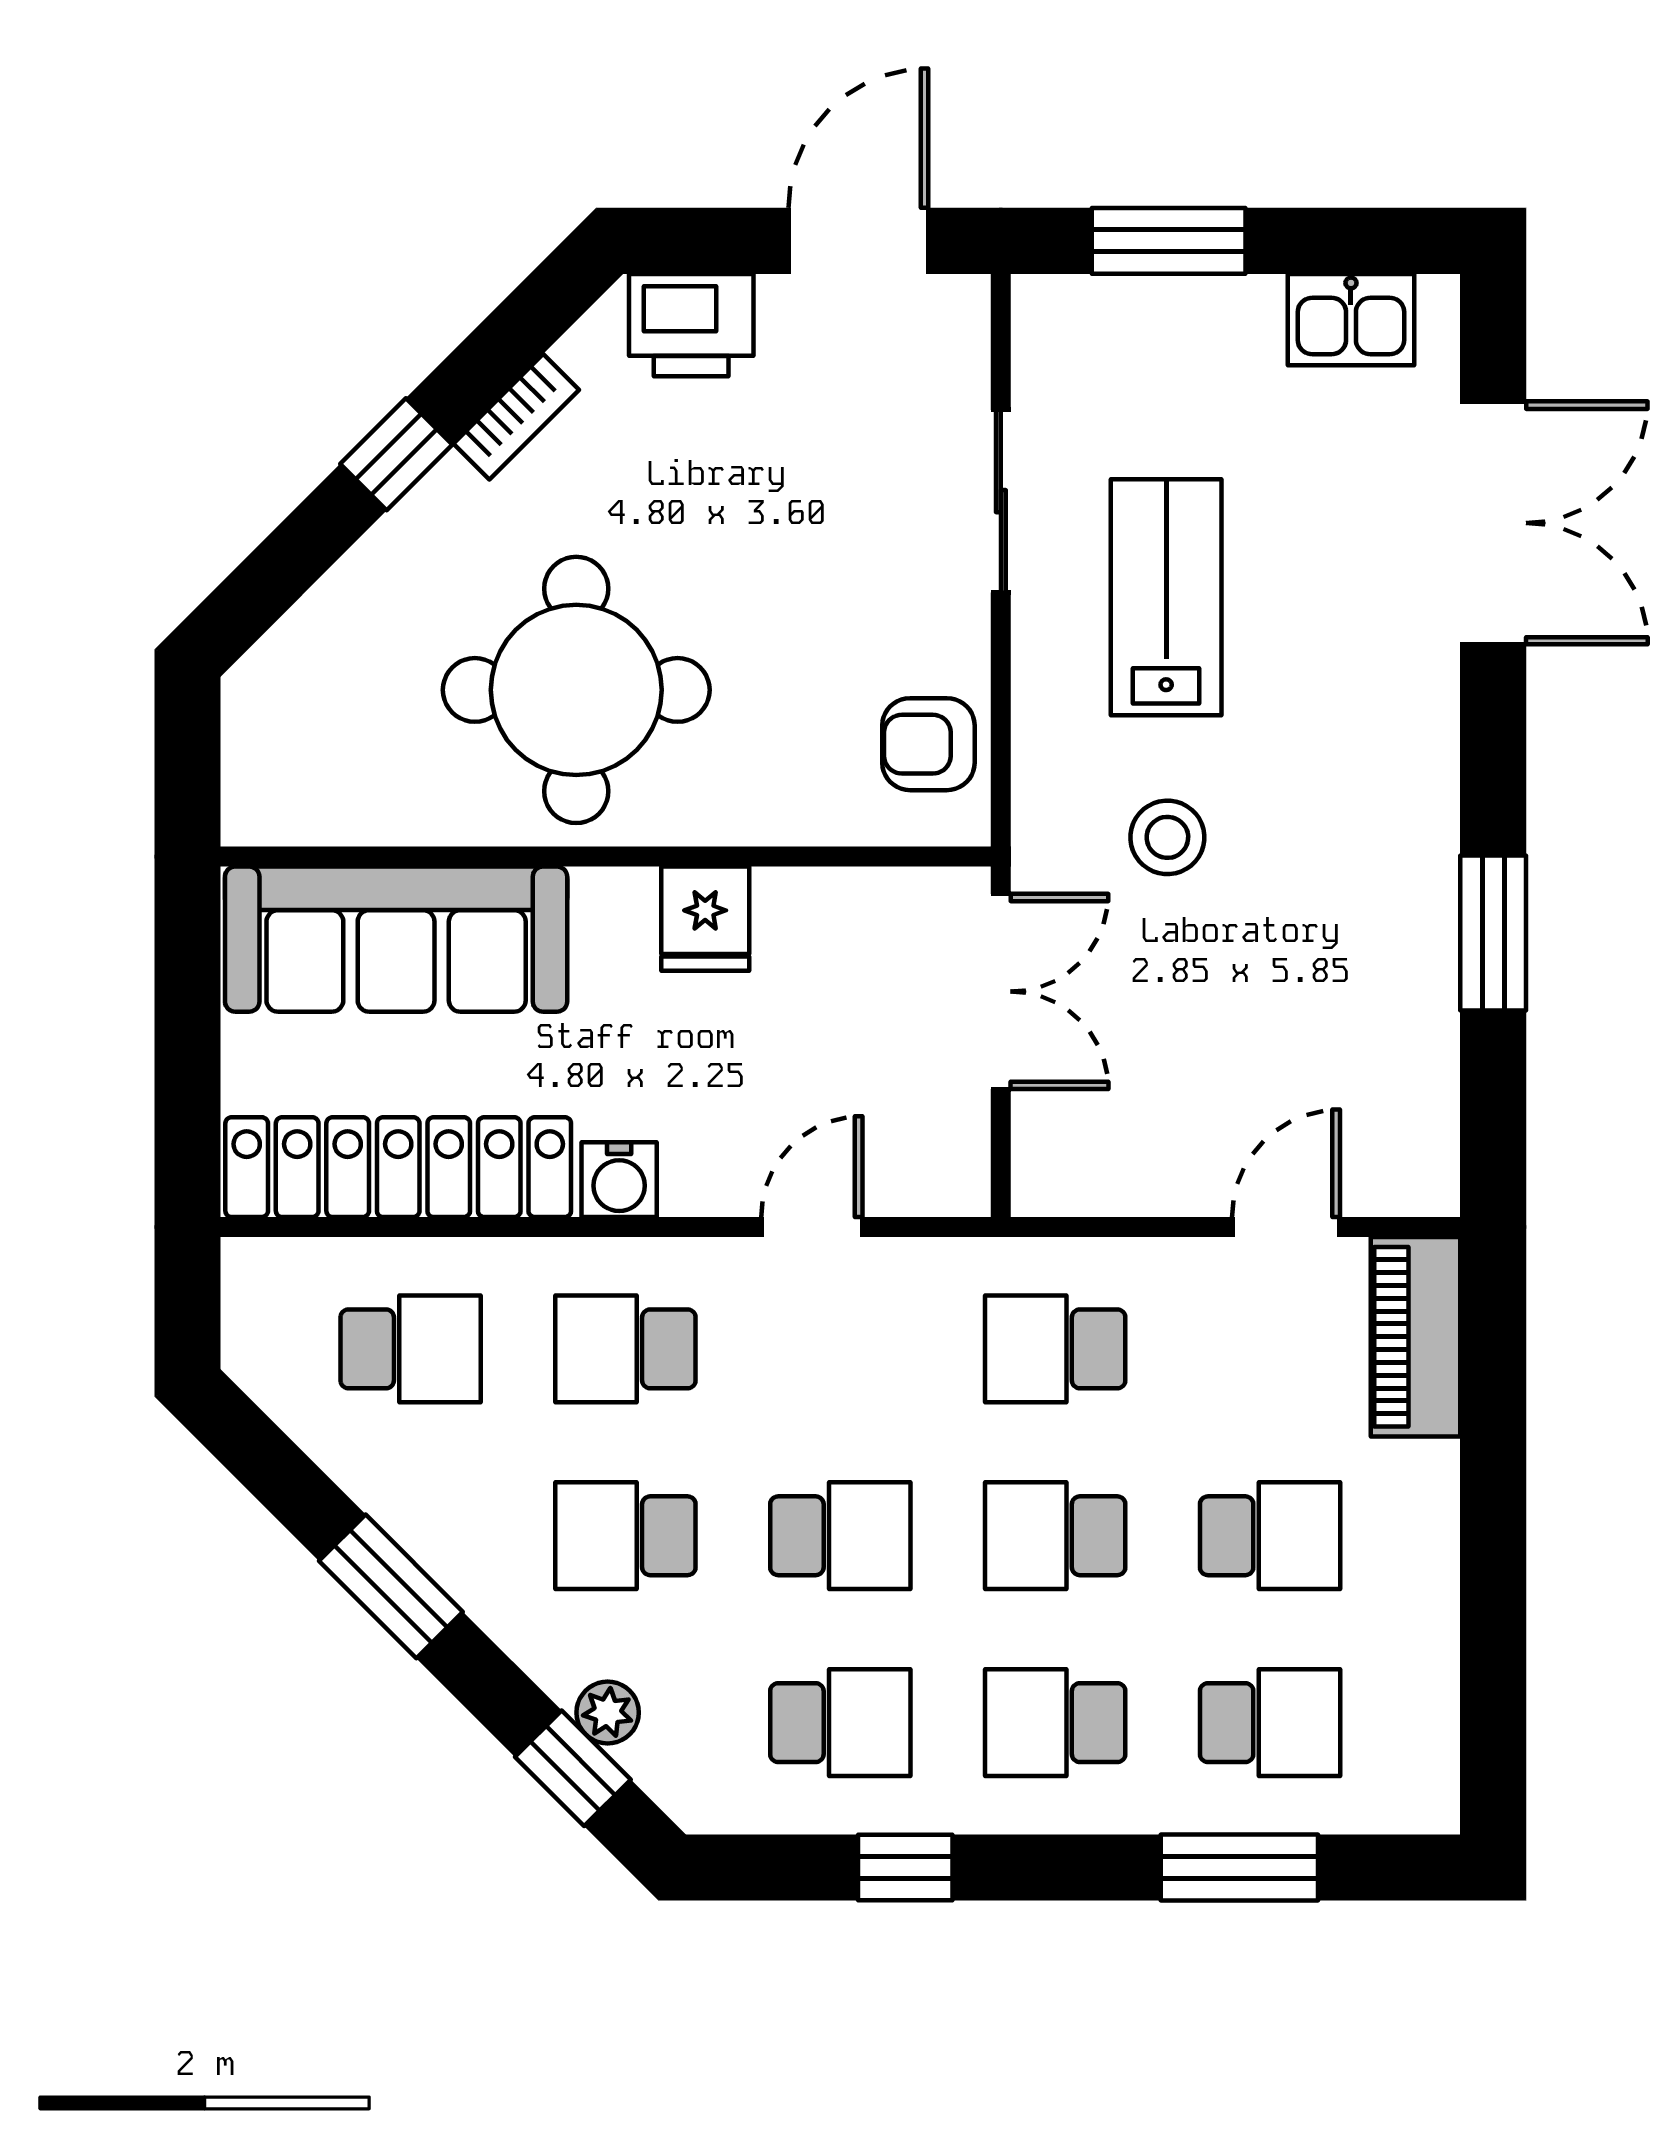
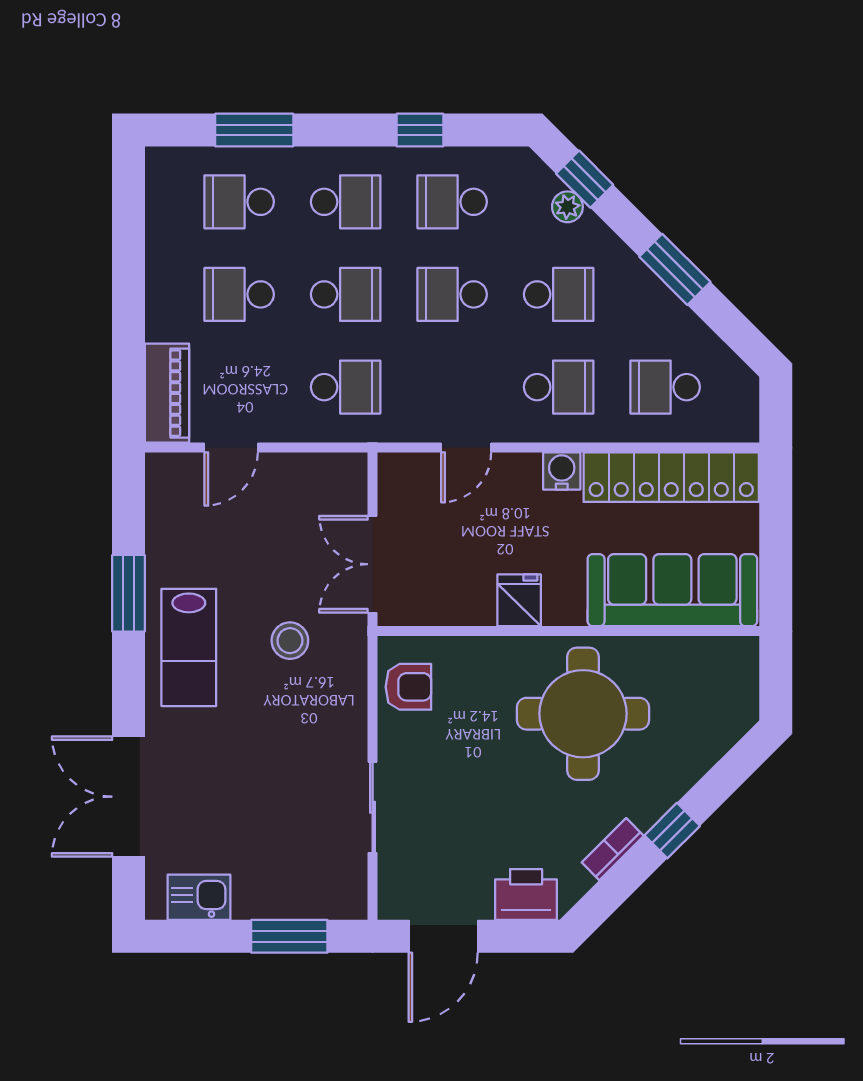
lab bench: (1166, 597) -> (189, 647), moved

